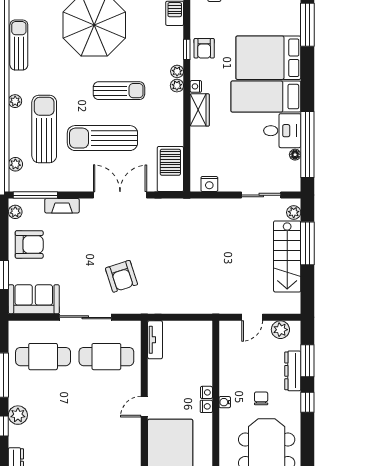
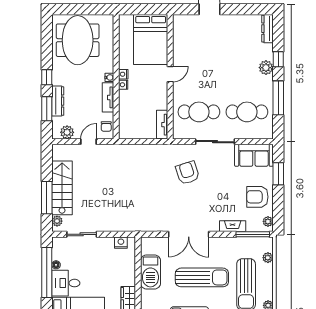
barbecue: (170, 169) -> (150, 272), moved
tv unit: (226, 376) -> (108, 97), added
chair: (261, 398) -> (106, 126), moved

